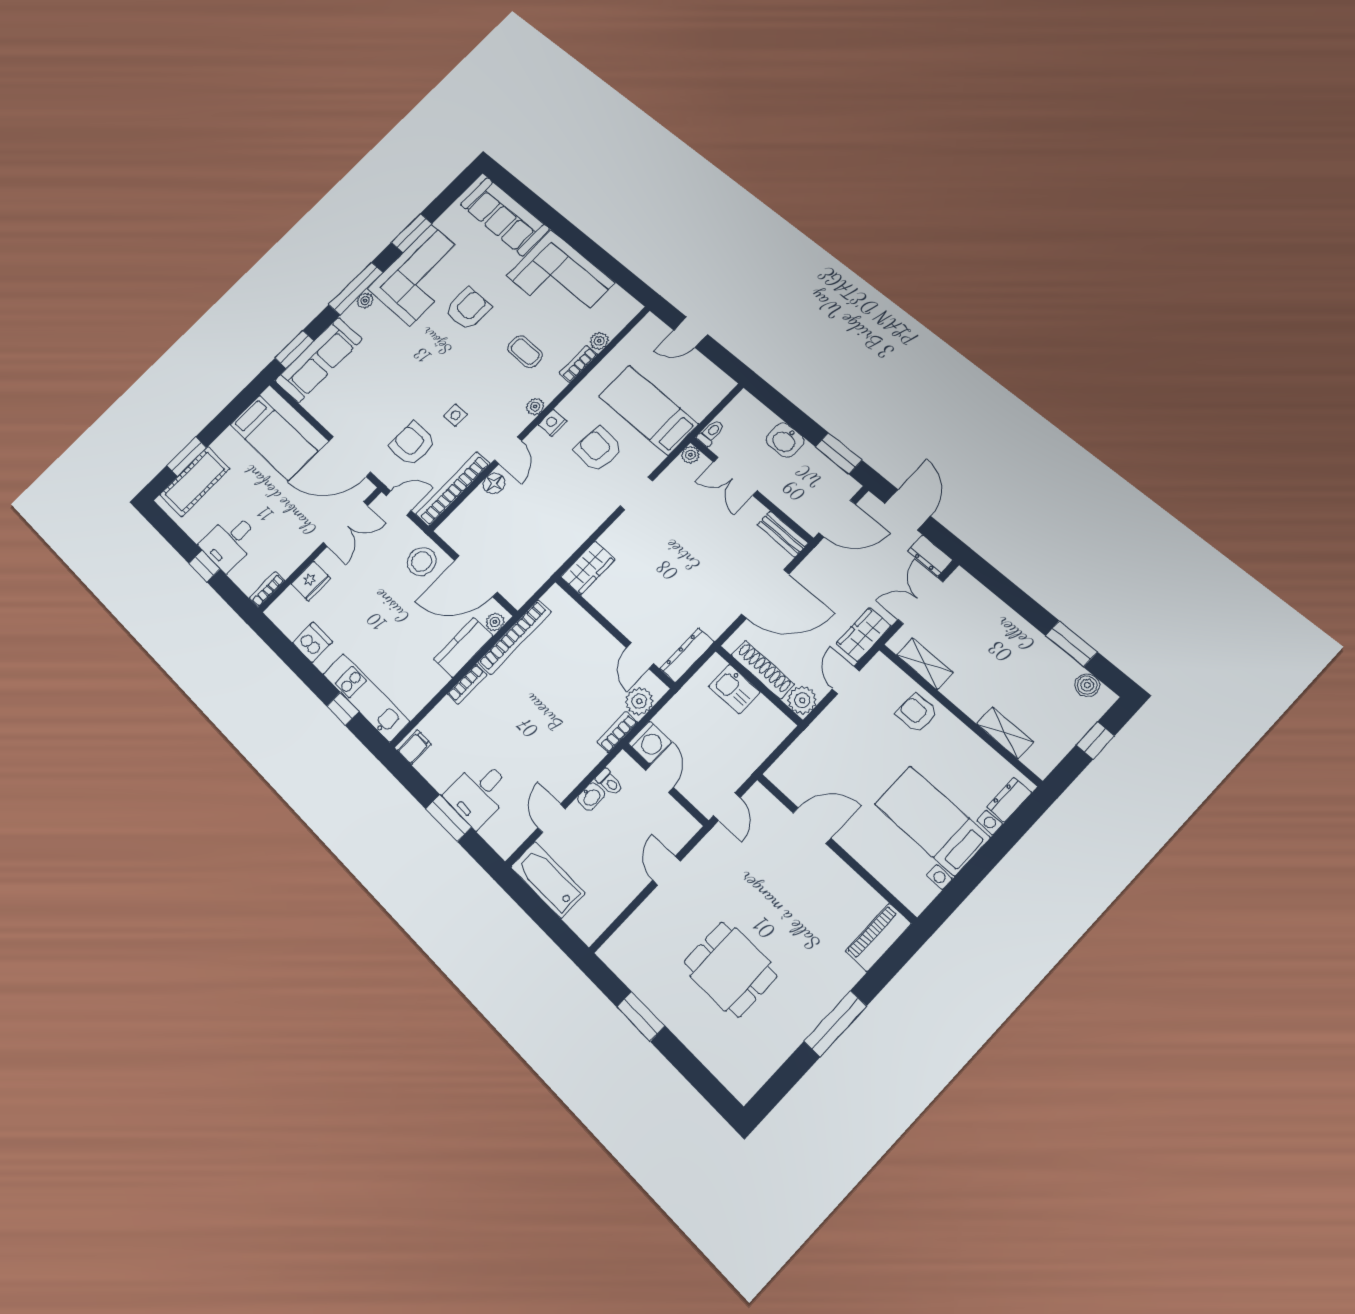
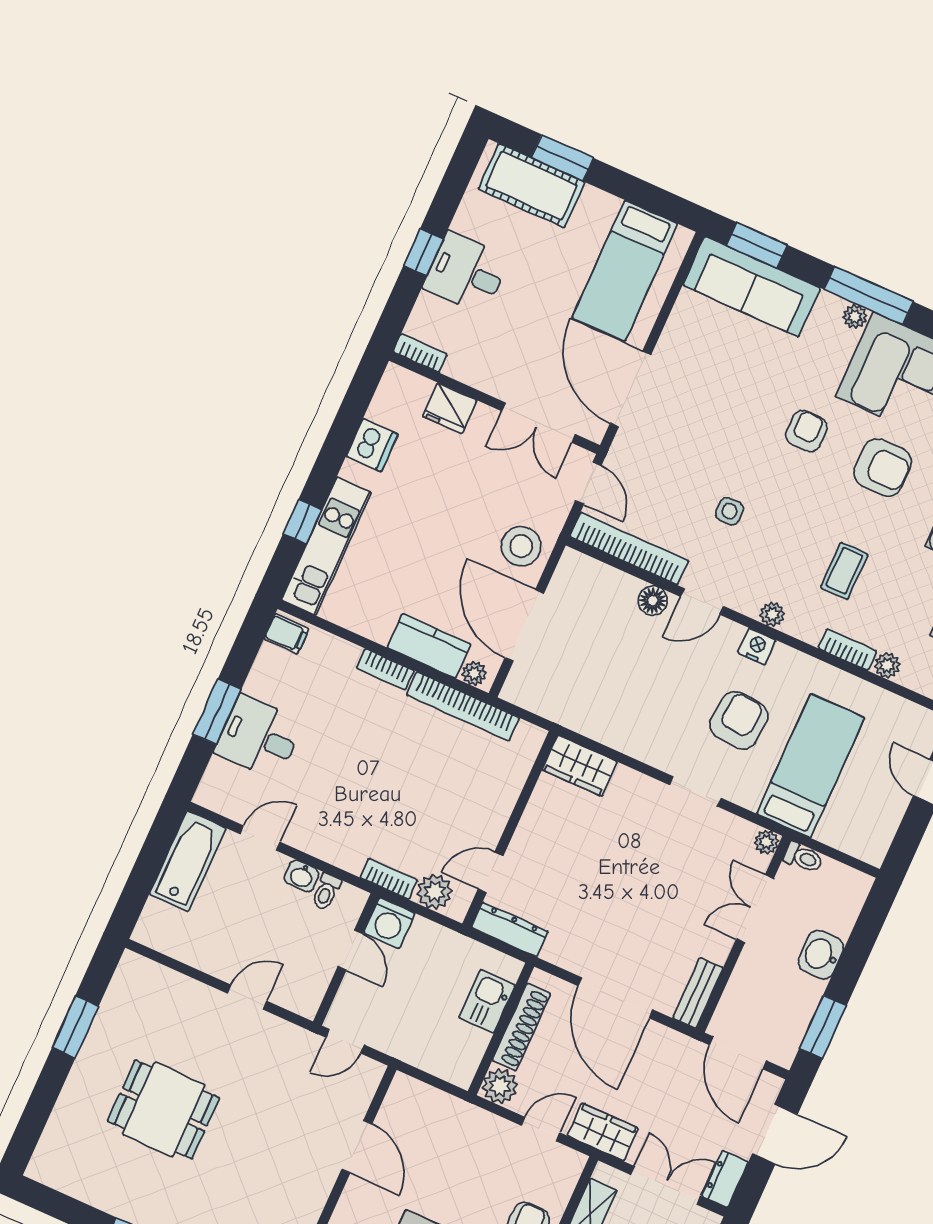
armchair: (413, 444) -> (806, 431), moved, width x0.72, depth x0.72
door: (659, 779) -> (350, 950), hinge flipped
dining table: (730, 969) -> (164, 1110), turned 90

